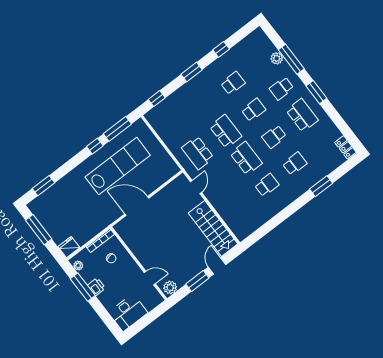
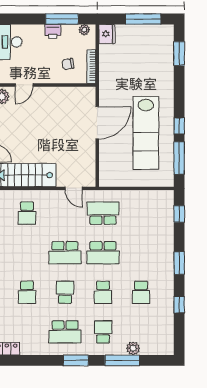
school desk: (267, 185) -> (27, 213), moved

